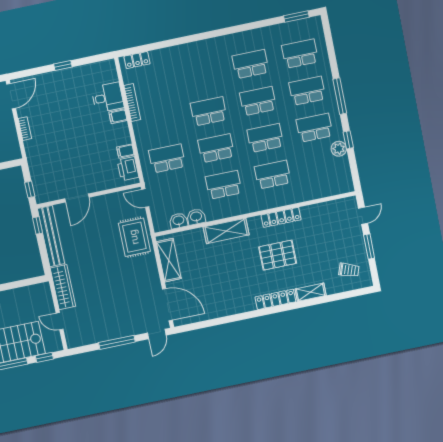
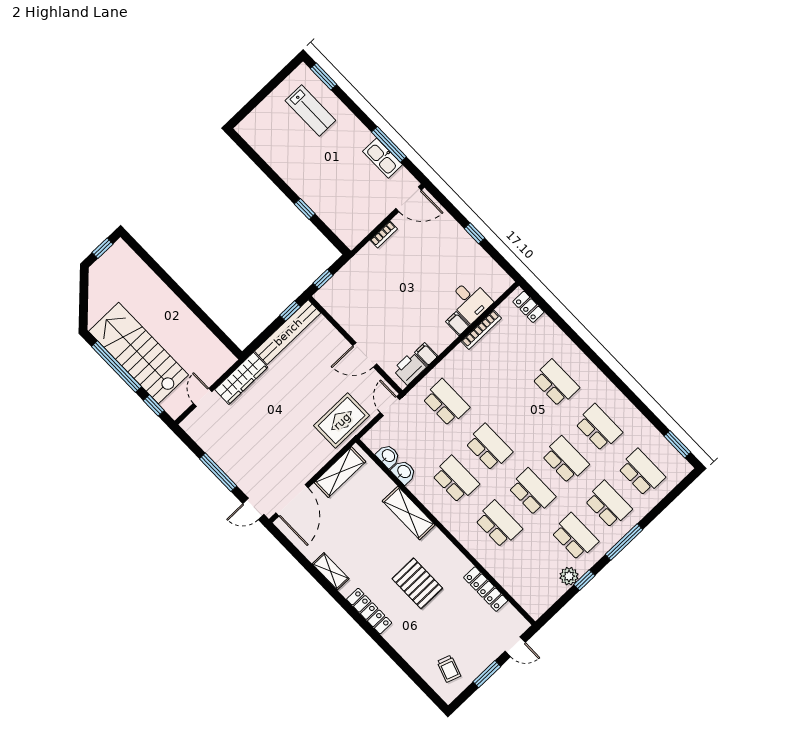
school desk: (209, 111) -> (556, 383), moved
door: (77, 198) -> (365, 355), moved
locker: (281, 217) -> (486, 589), moved
shelving: (311, 292) -> (331, 571), moved

